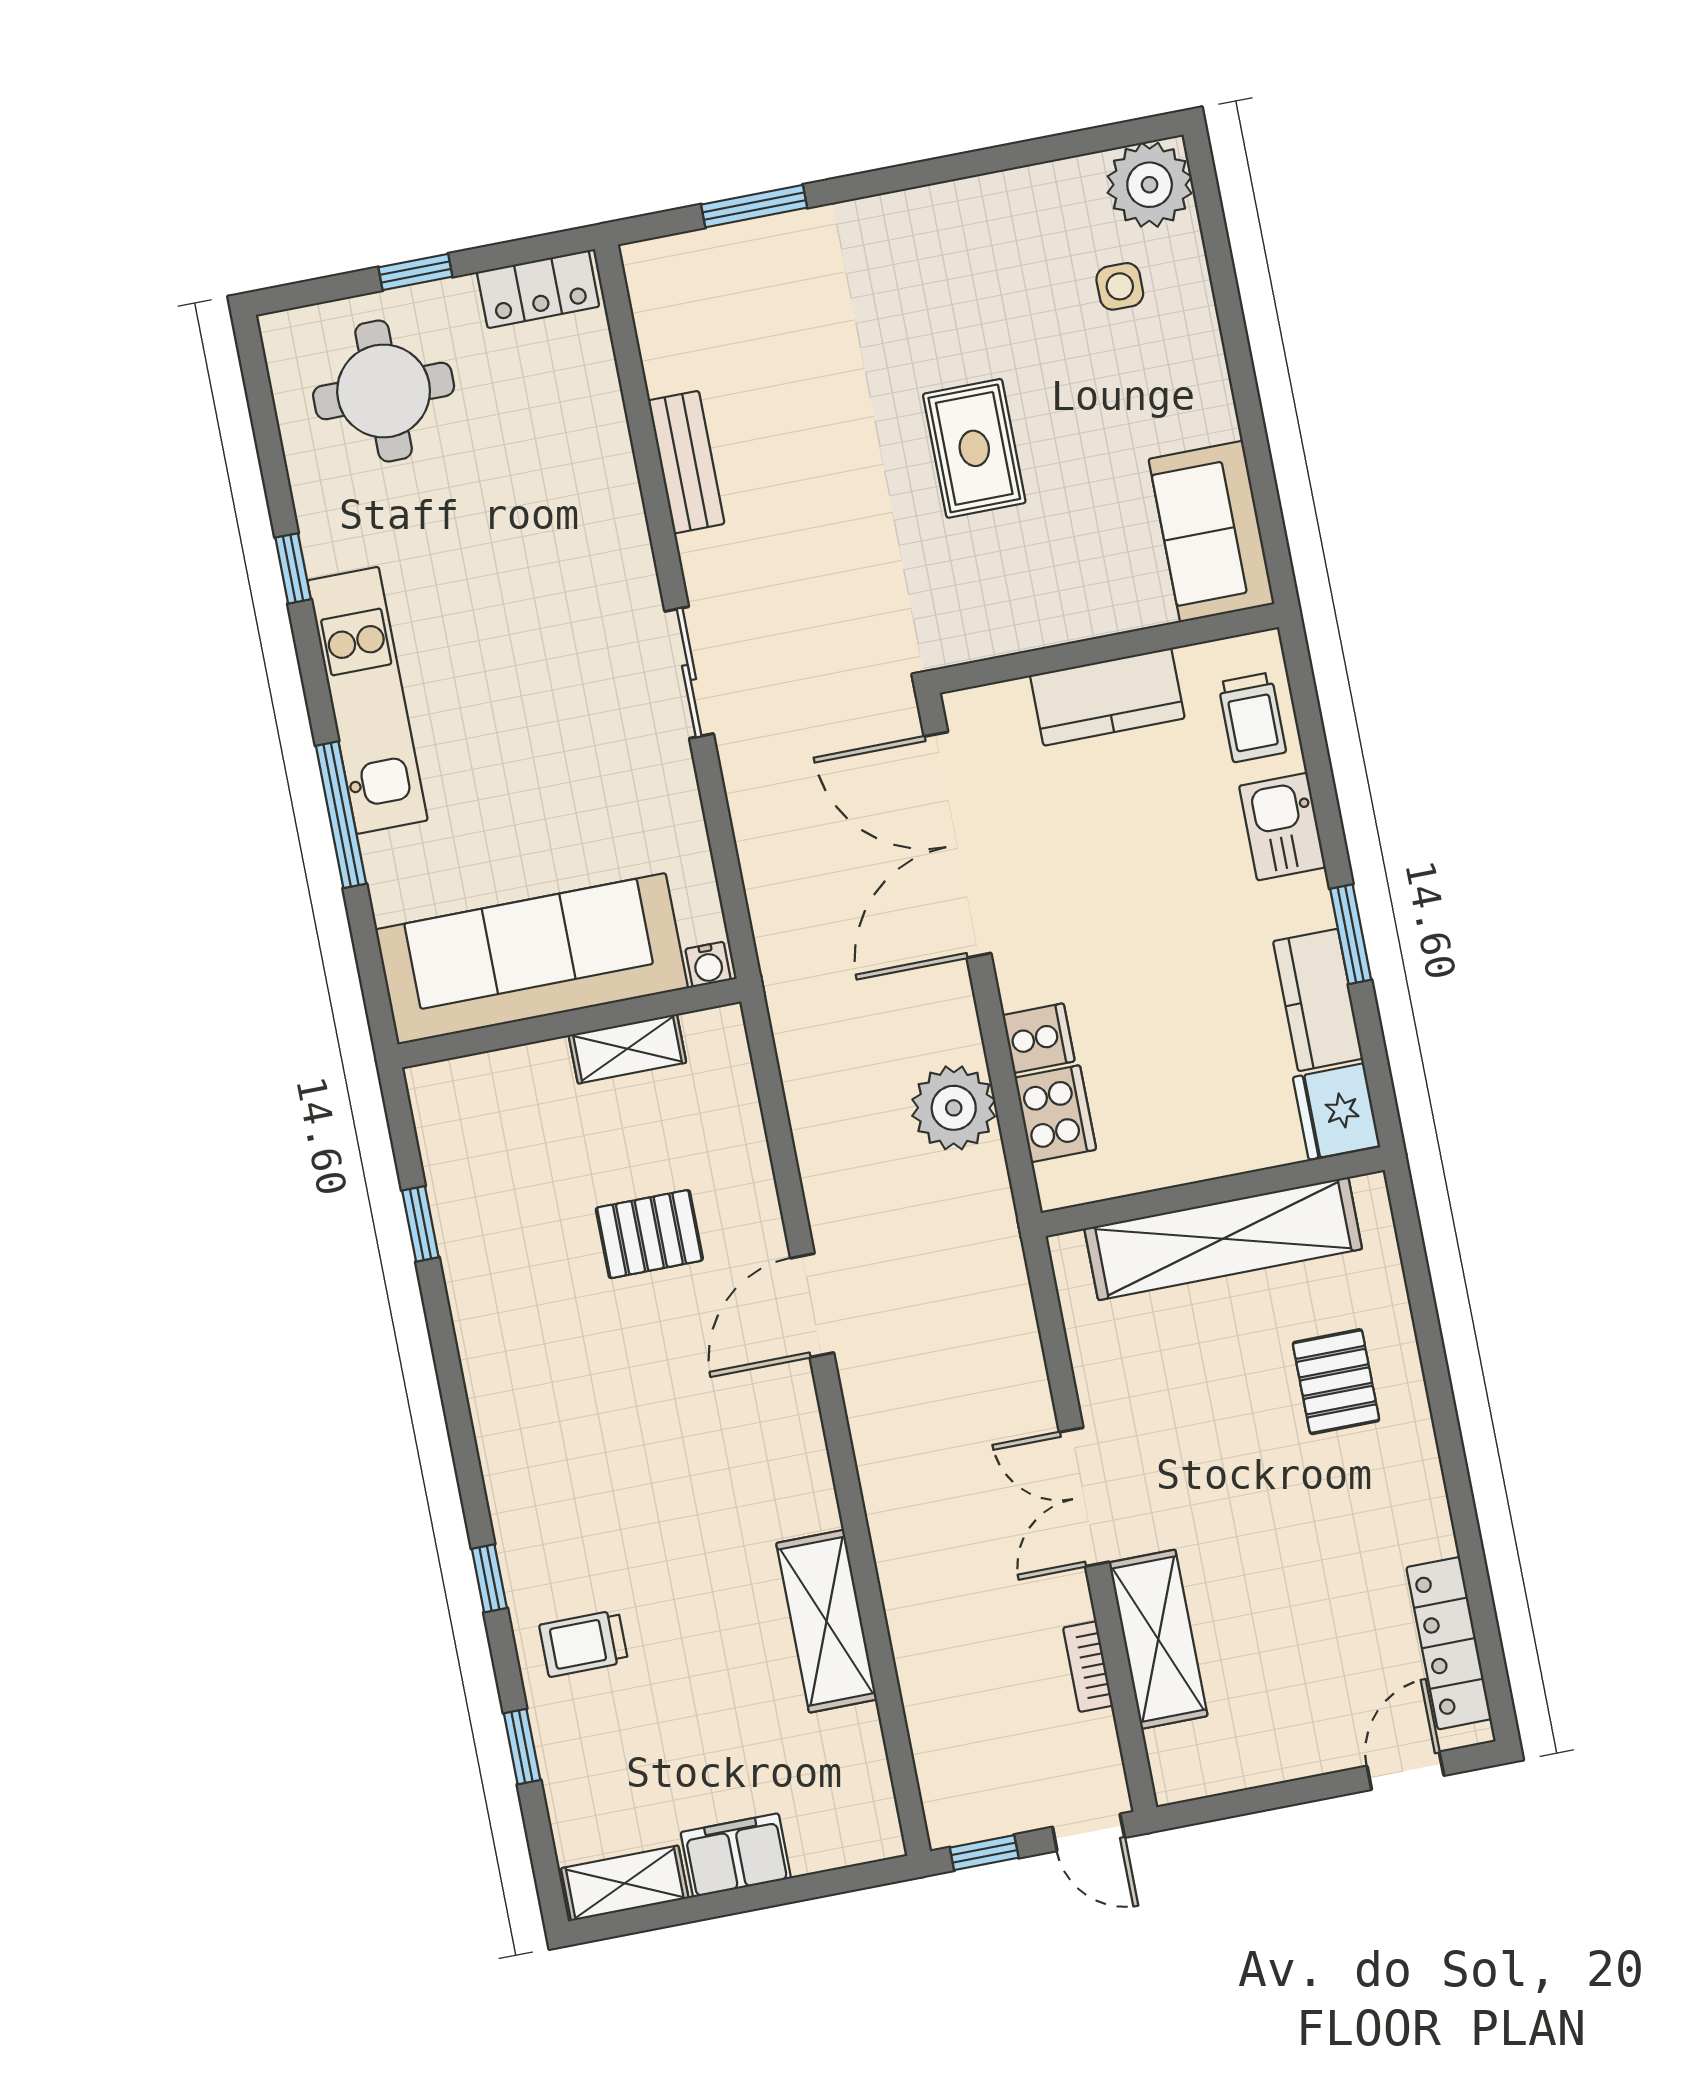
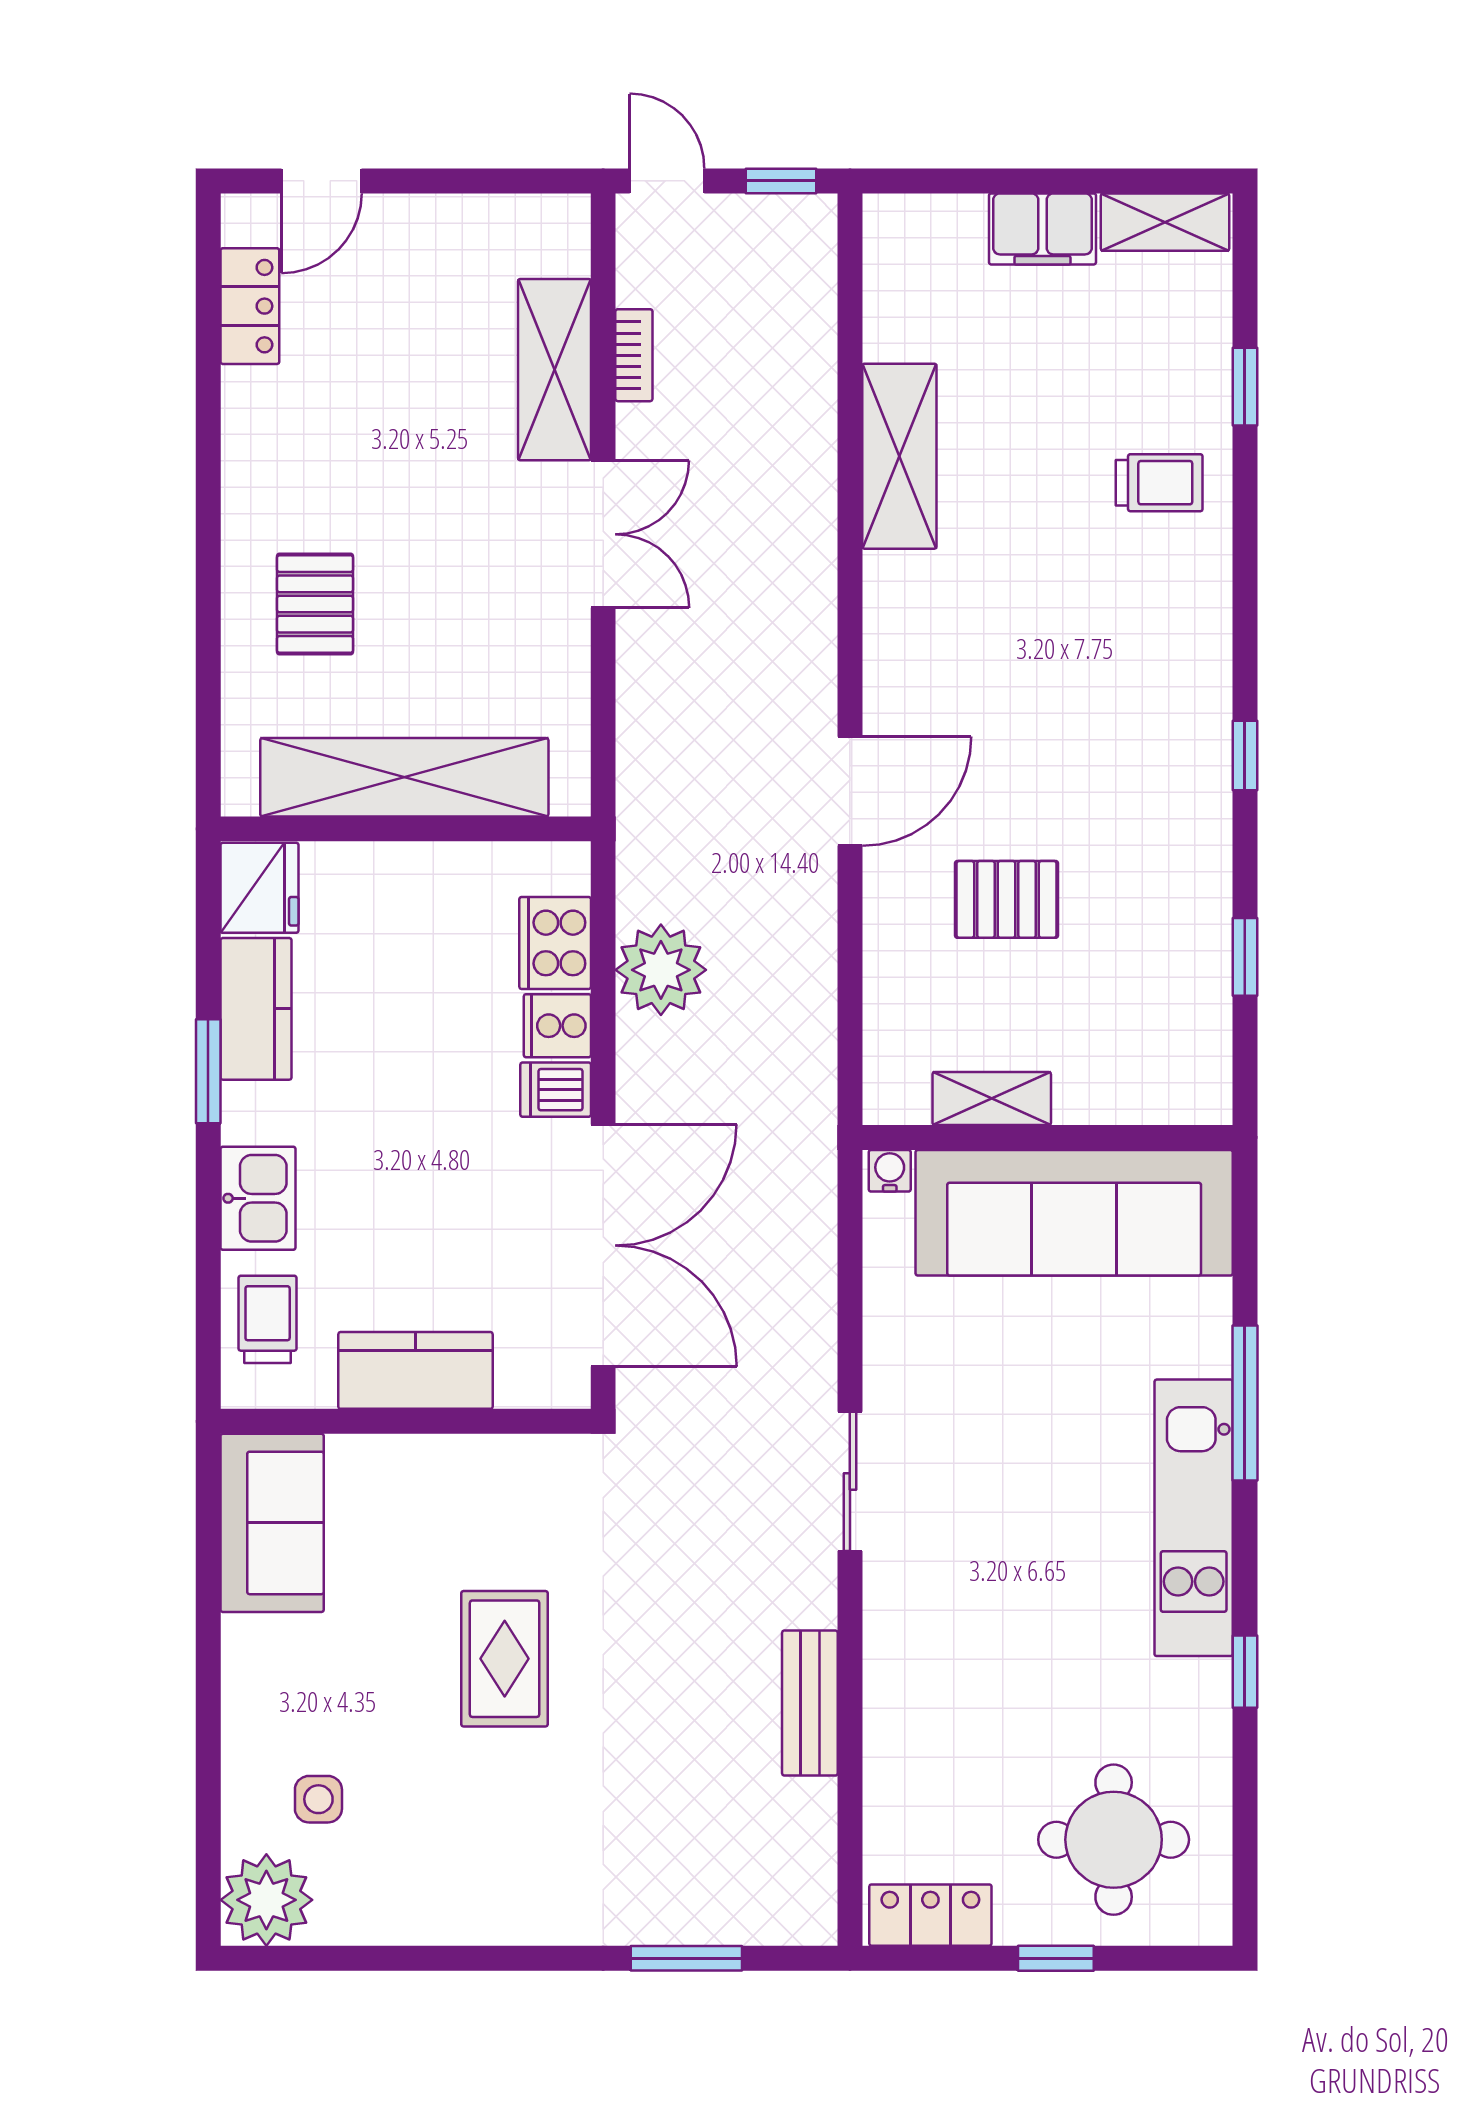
dishwasher: (1029, 979) -> (556, 1090), added
window: (489, 1578) -> (1245, 756), moved
locker: (1449, 1643) -> (250, 306), width x0.66

